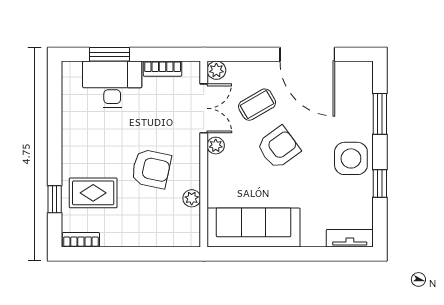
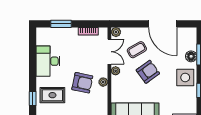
desk: (112, 84) -> (48, 61), moved, turned -90
floor lamp: (362, 117) -> (191, 56), added
plant: (192, 198) -> (103, 82), moved

